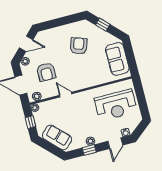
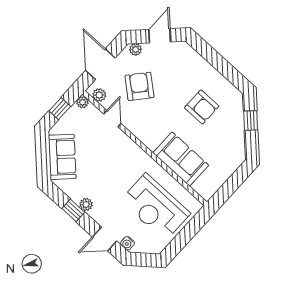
door: (26, 44) -> (160, 36), swing flipped
armchair: (79, 46) -> (202, 107), turned 71
sofa: (117, 59) -> (181, 159), moved, turned 90
armchair: (46, 72) -> (139, 86), turned 130
door: (66, 95) -> (112, 119), moved

